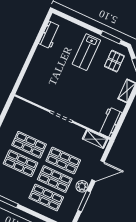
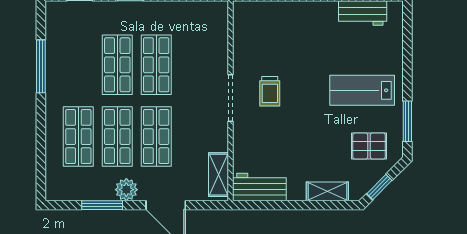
trolley: (67, 96) -> (270, 91), added

